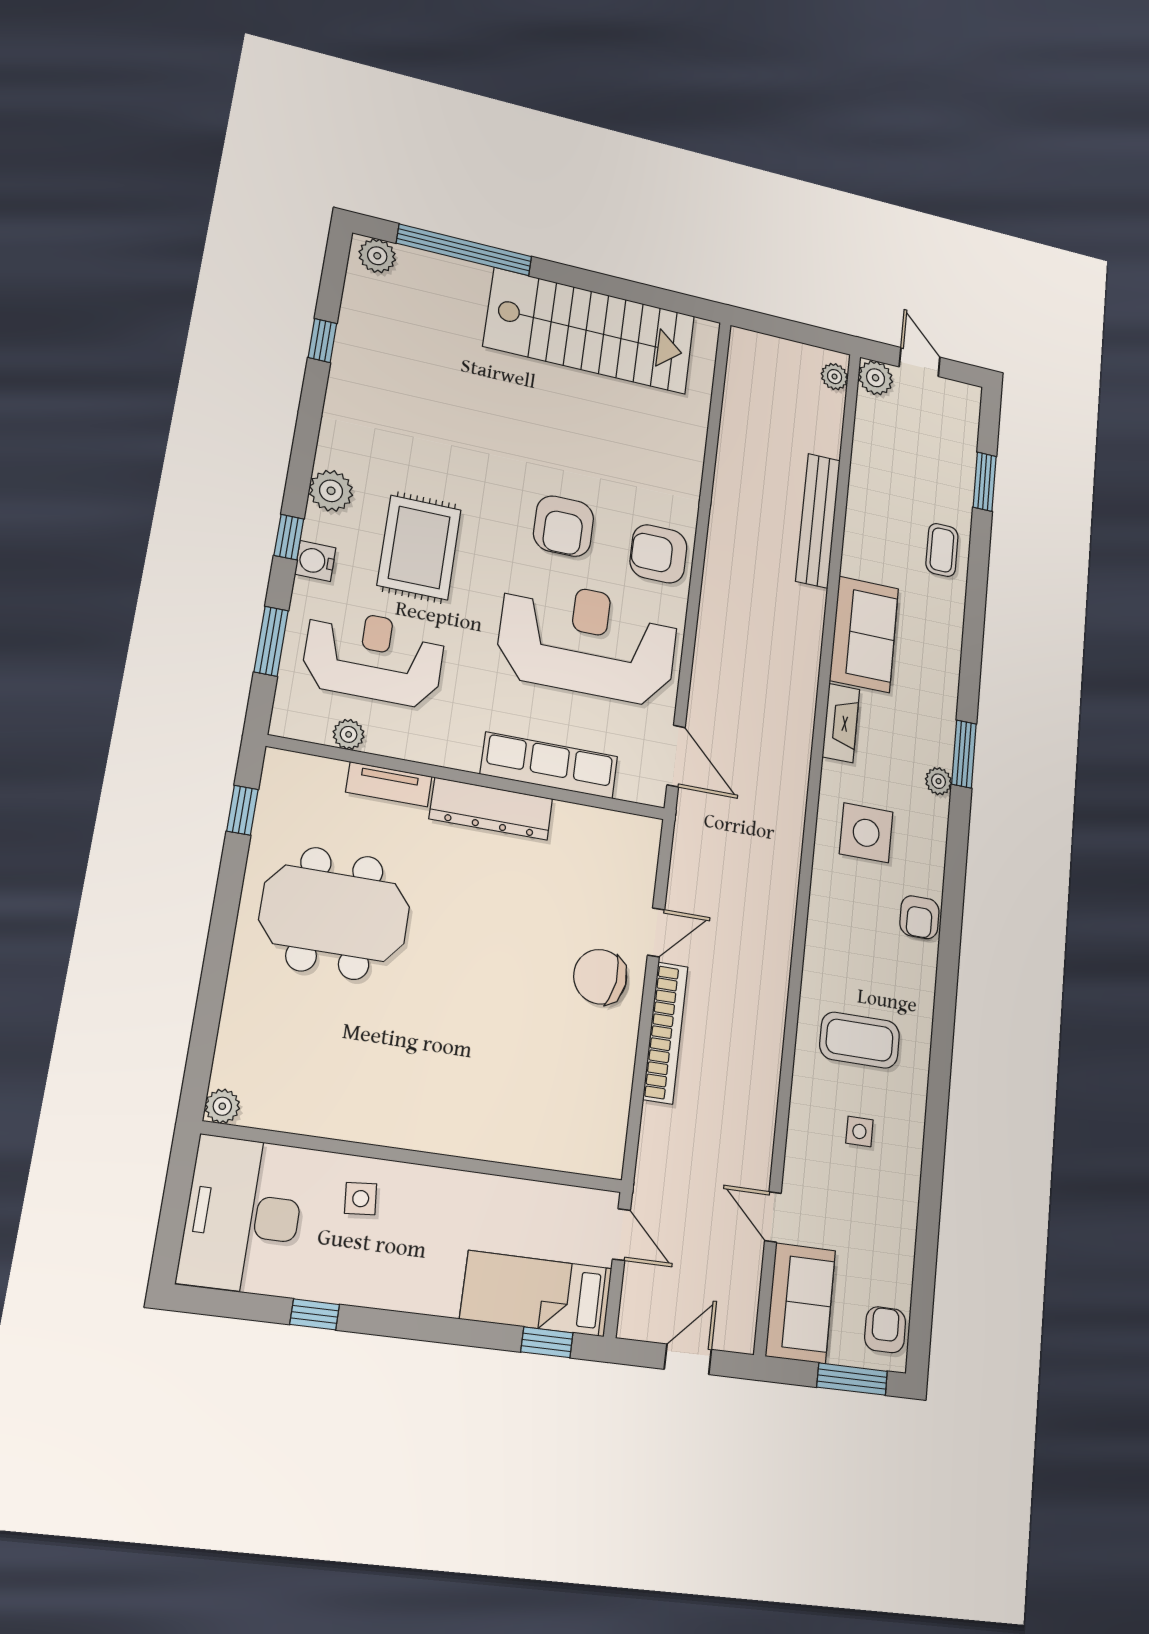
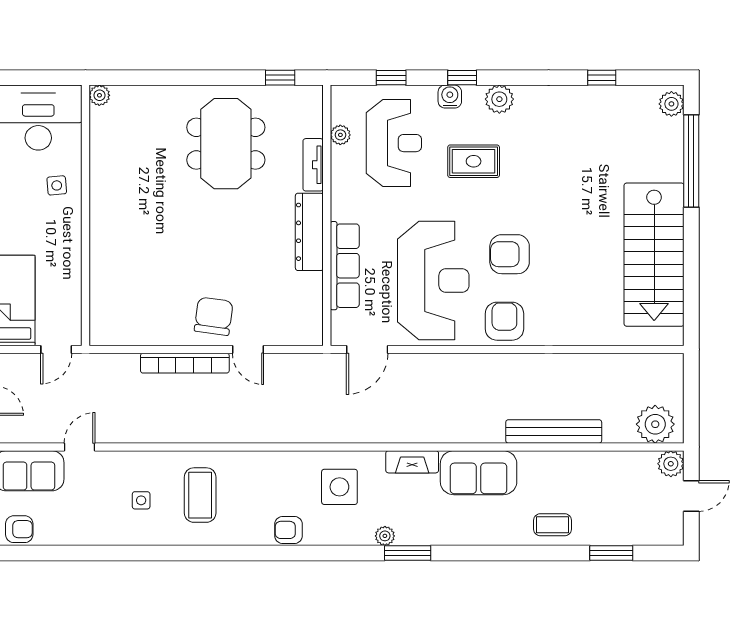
plant: (835, 377) -> (655, 424), width x1.88, depth x1.88
rug: (419, 547) -> (474, 161), width x0.73, depth x0.70
window: (271, 641) -> (391, 78), width x0.67

